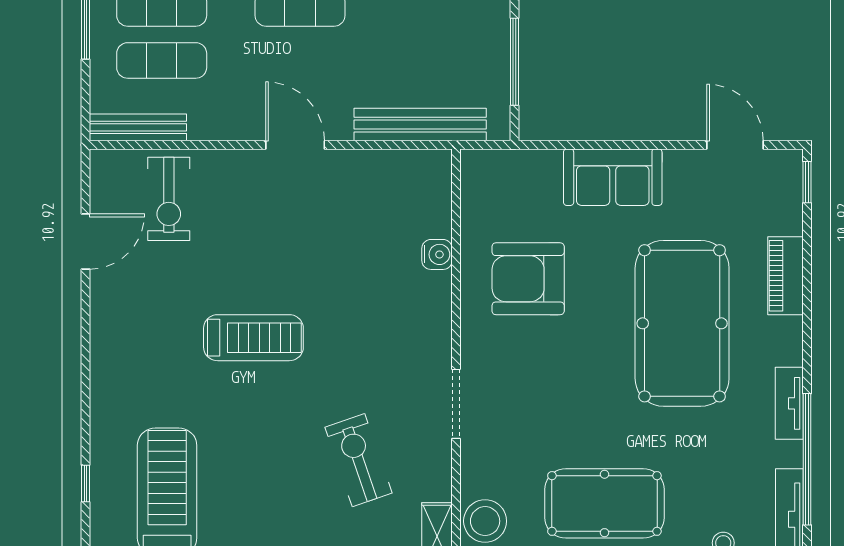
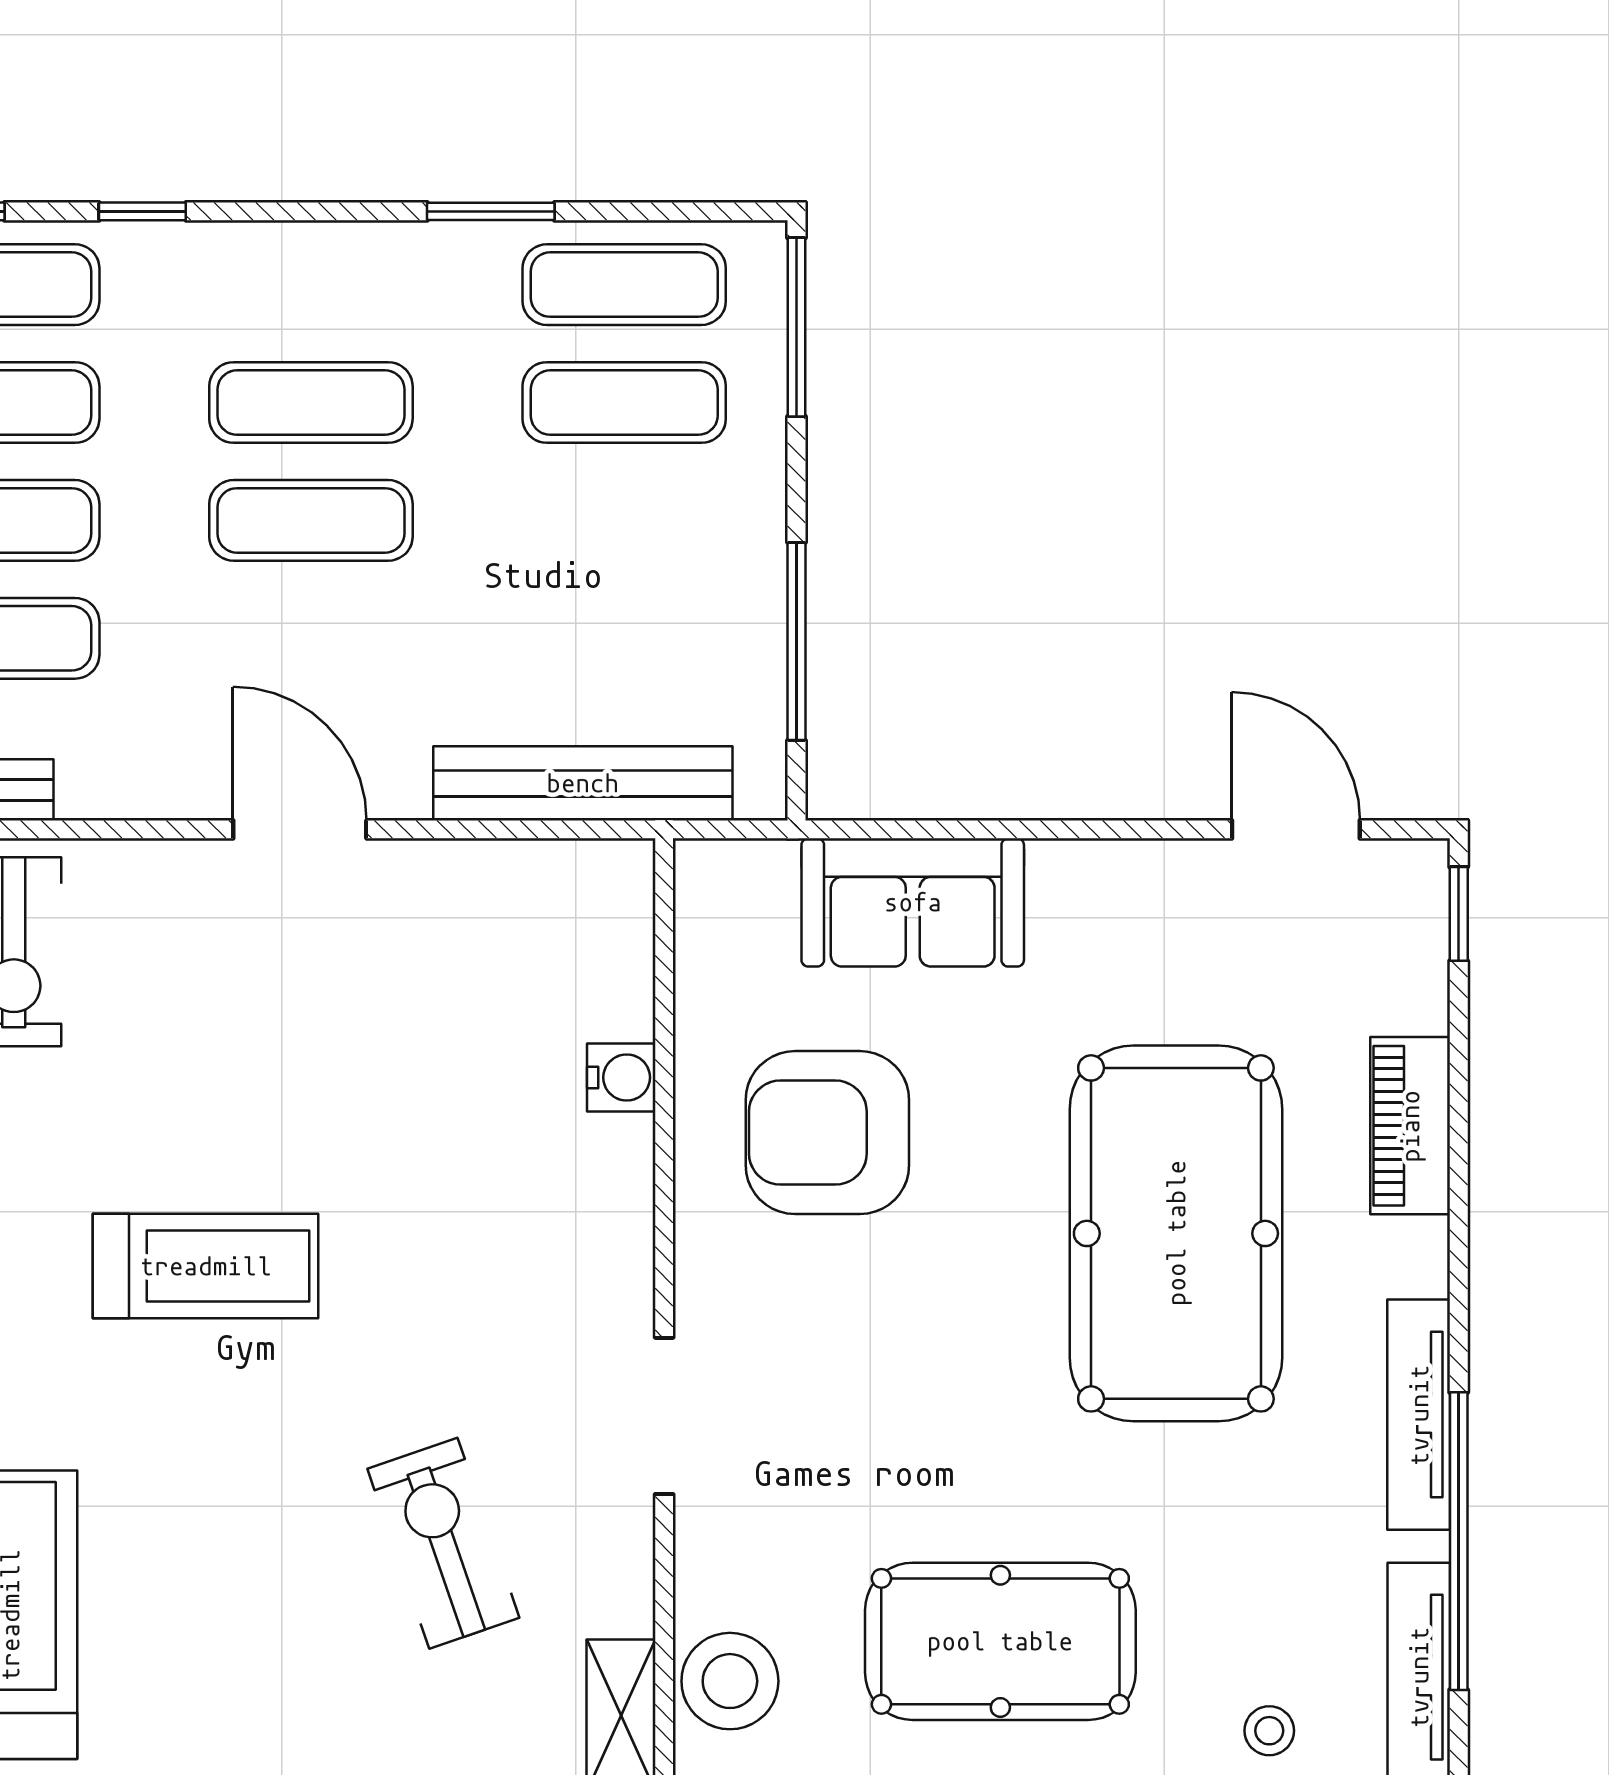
sofa: (613, 177) -> (913, 902), moved
tv unit: (789, 403) -> (1419, 1415), width x1.41

